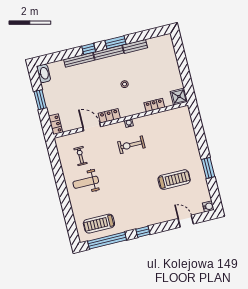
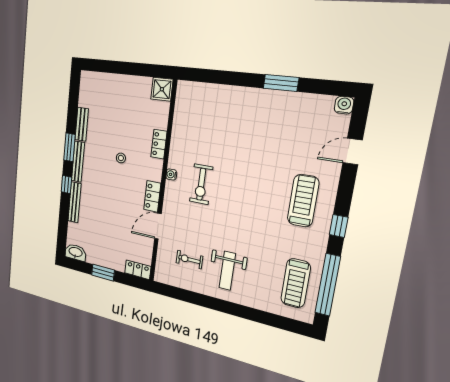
locker: (154, 105) -> (159, 144), moved
treadmill: (174, 180) -> (303, 201), moved

